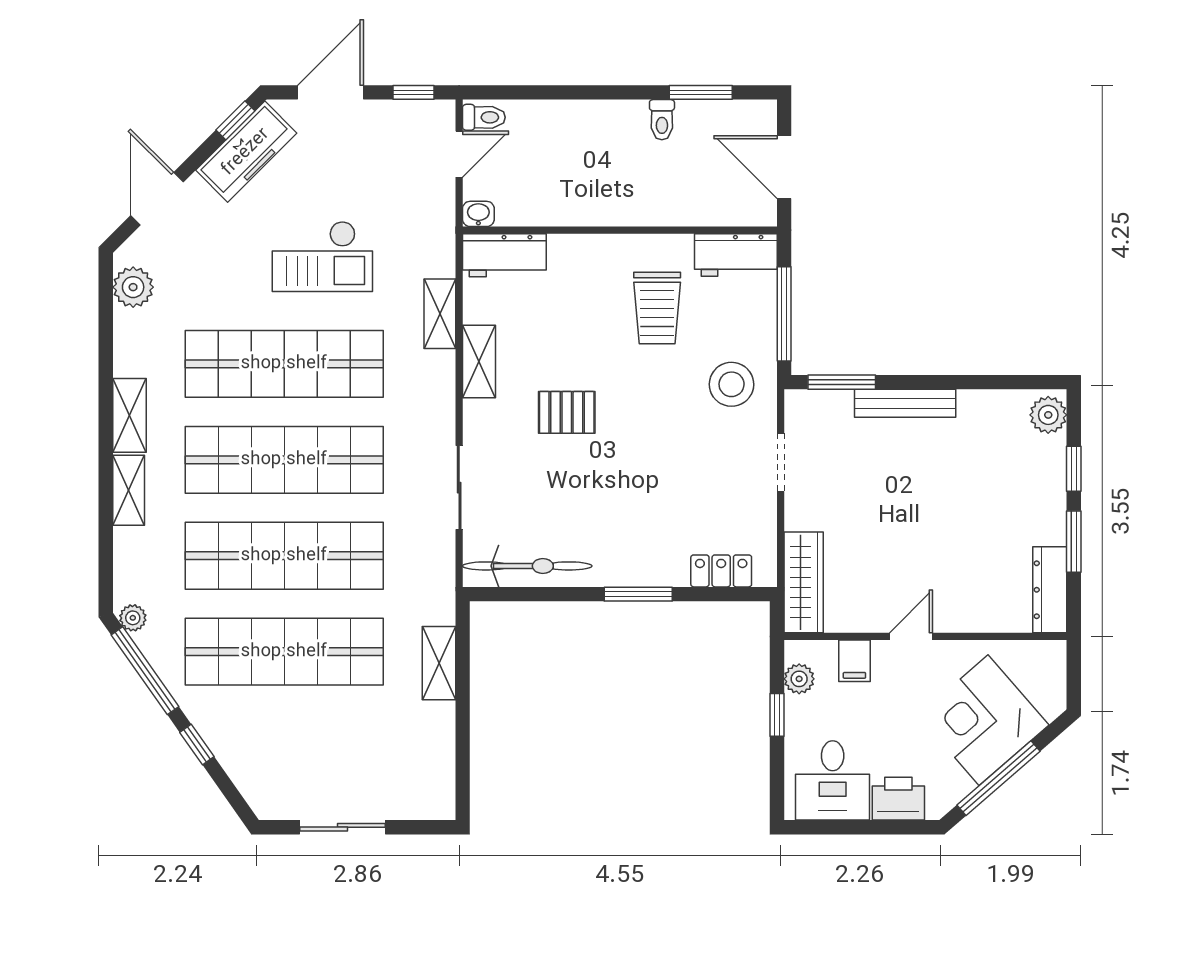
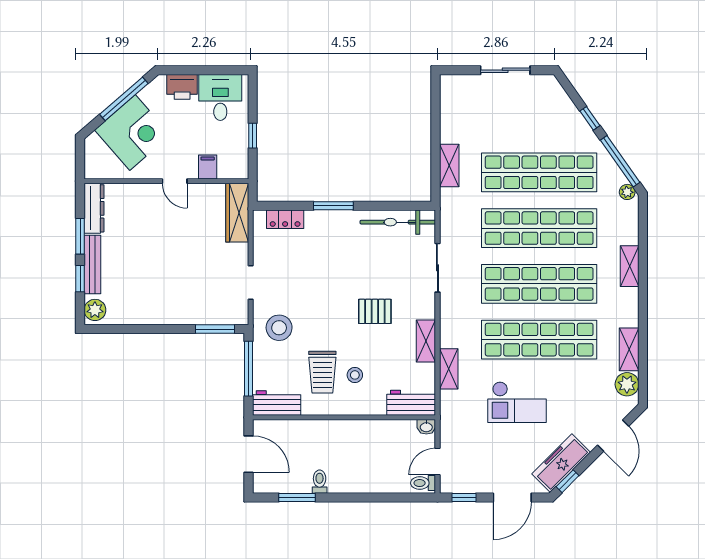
checkout: (322, 256) -> (517, 402), turned 180
stool: (601, 303) -> (355, 375), added
trolley: (657, 308) -> (322, 372), turned 180
bench: (905, 403) -> (92, 264), moved, turned 90
shelving: (129, 415) -> (629, 349), moved
door: (911, 636) -> (175, 181), hinge flipped
plant: (799, 679) -> (240, 157), removed

